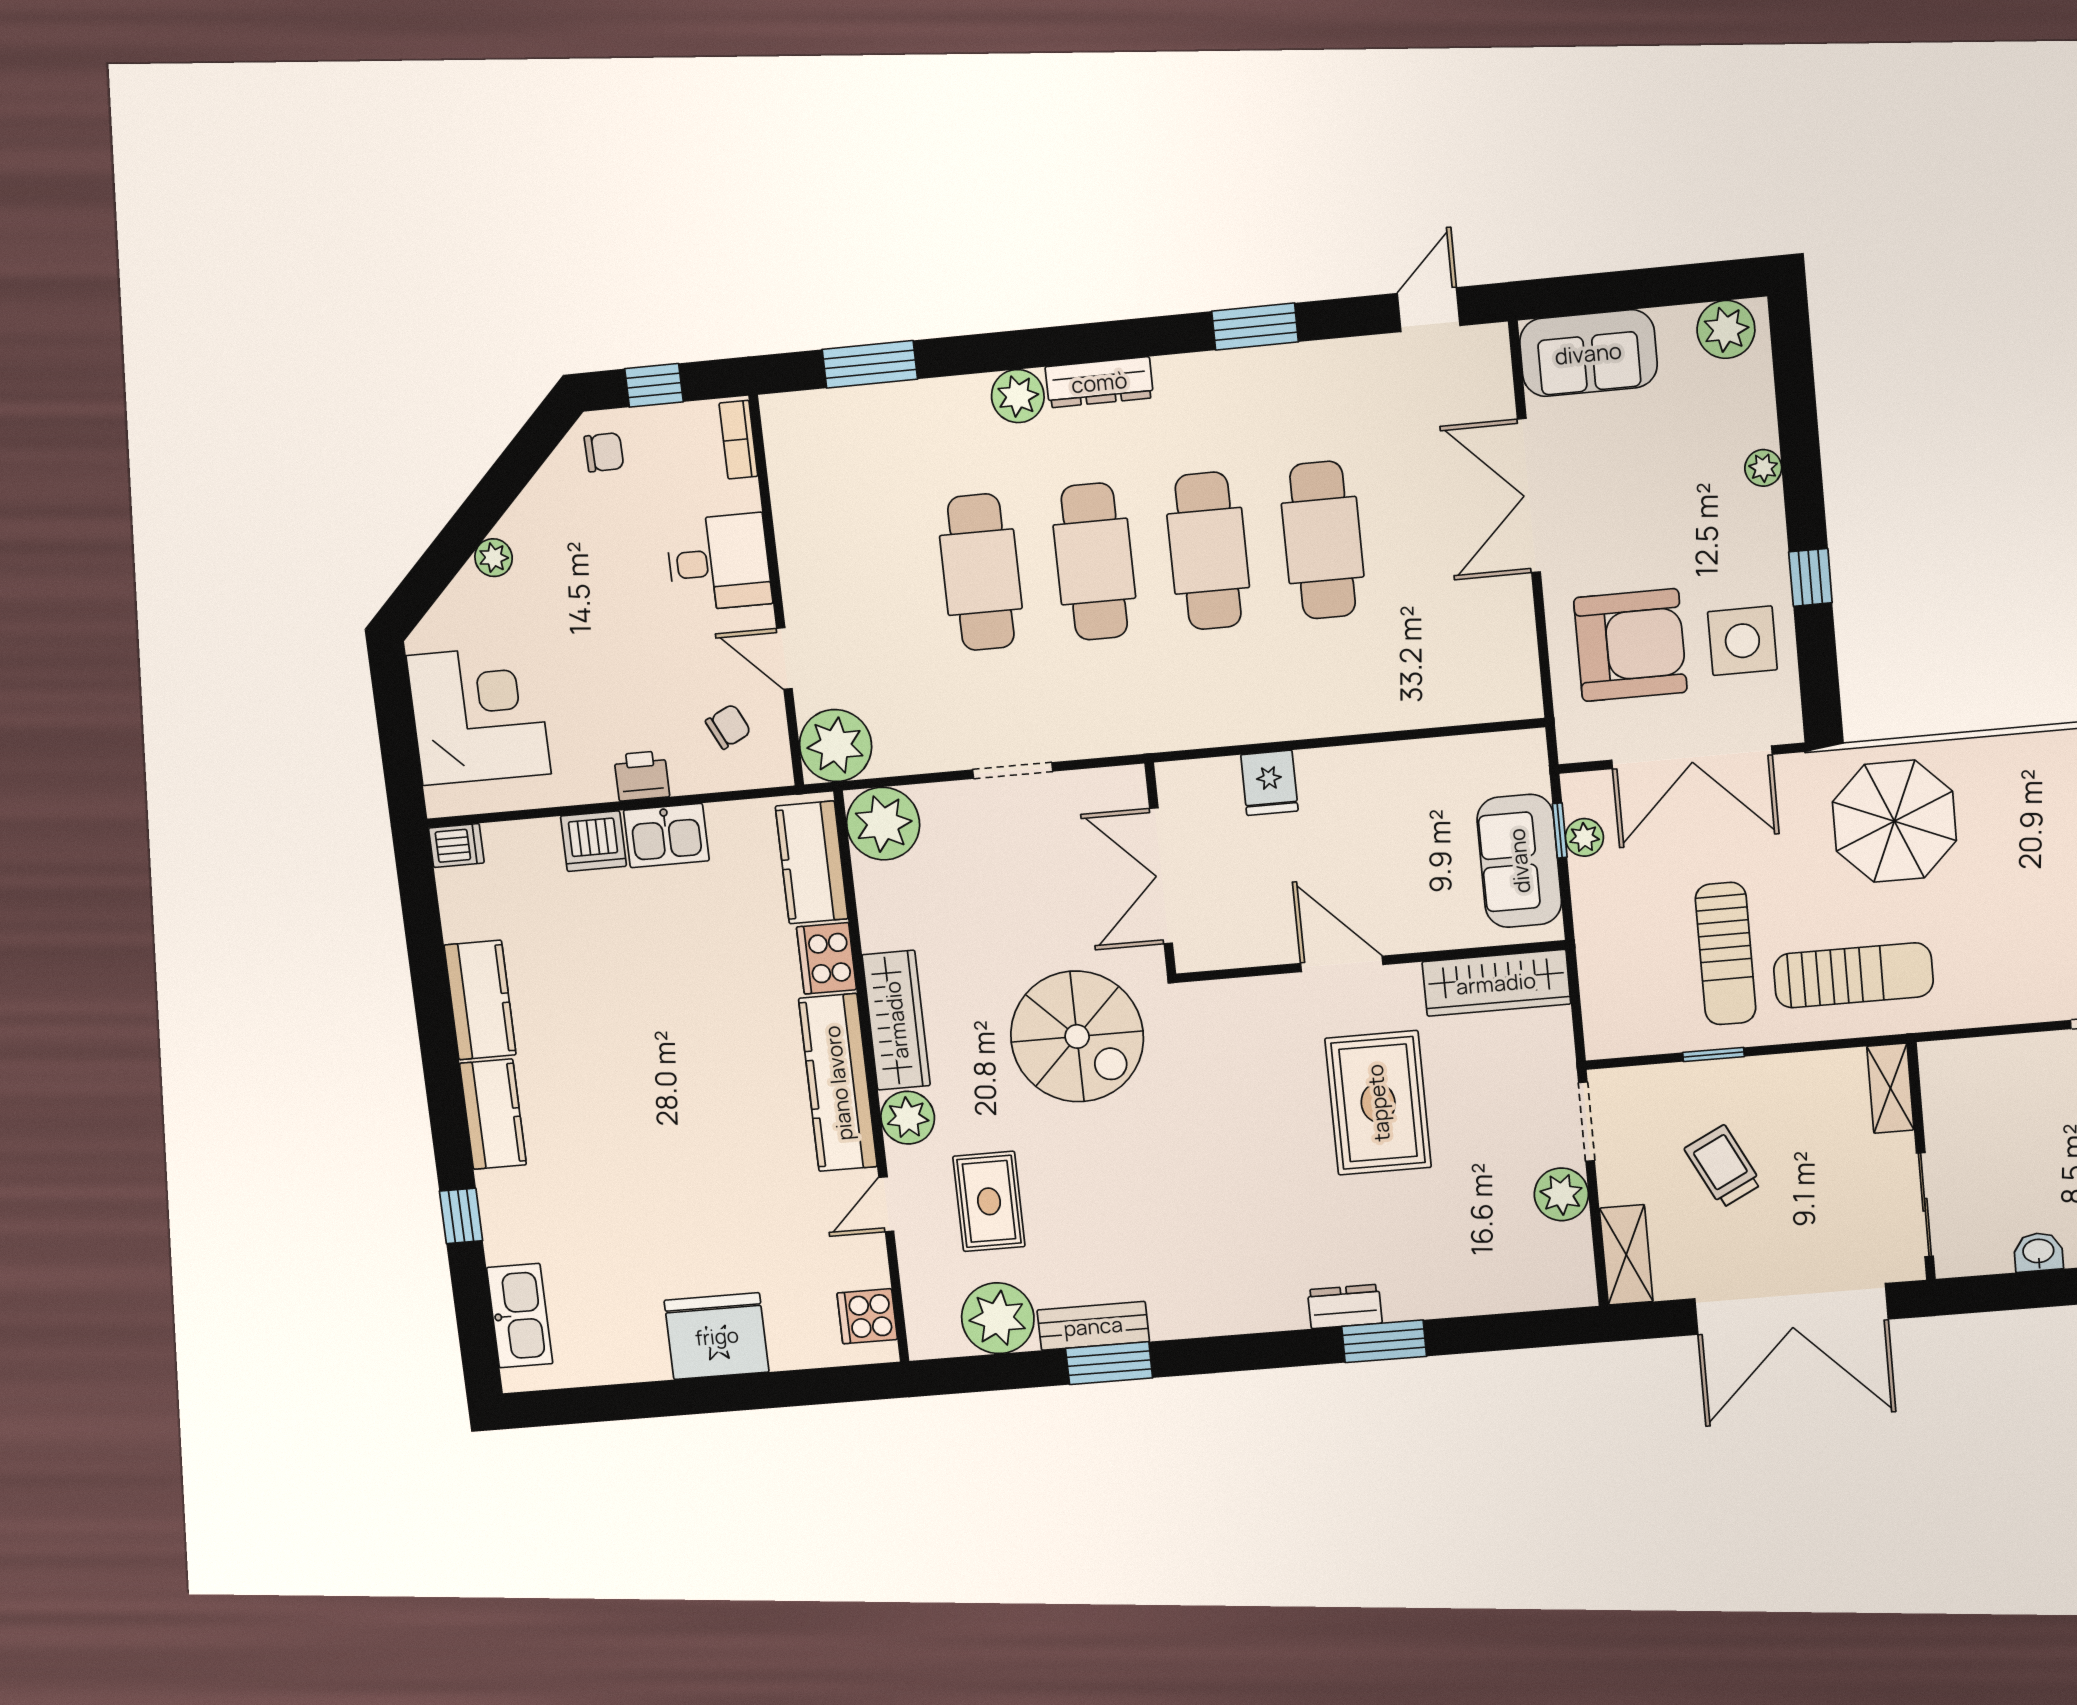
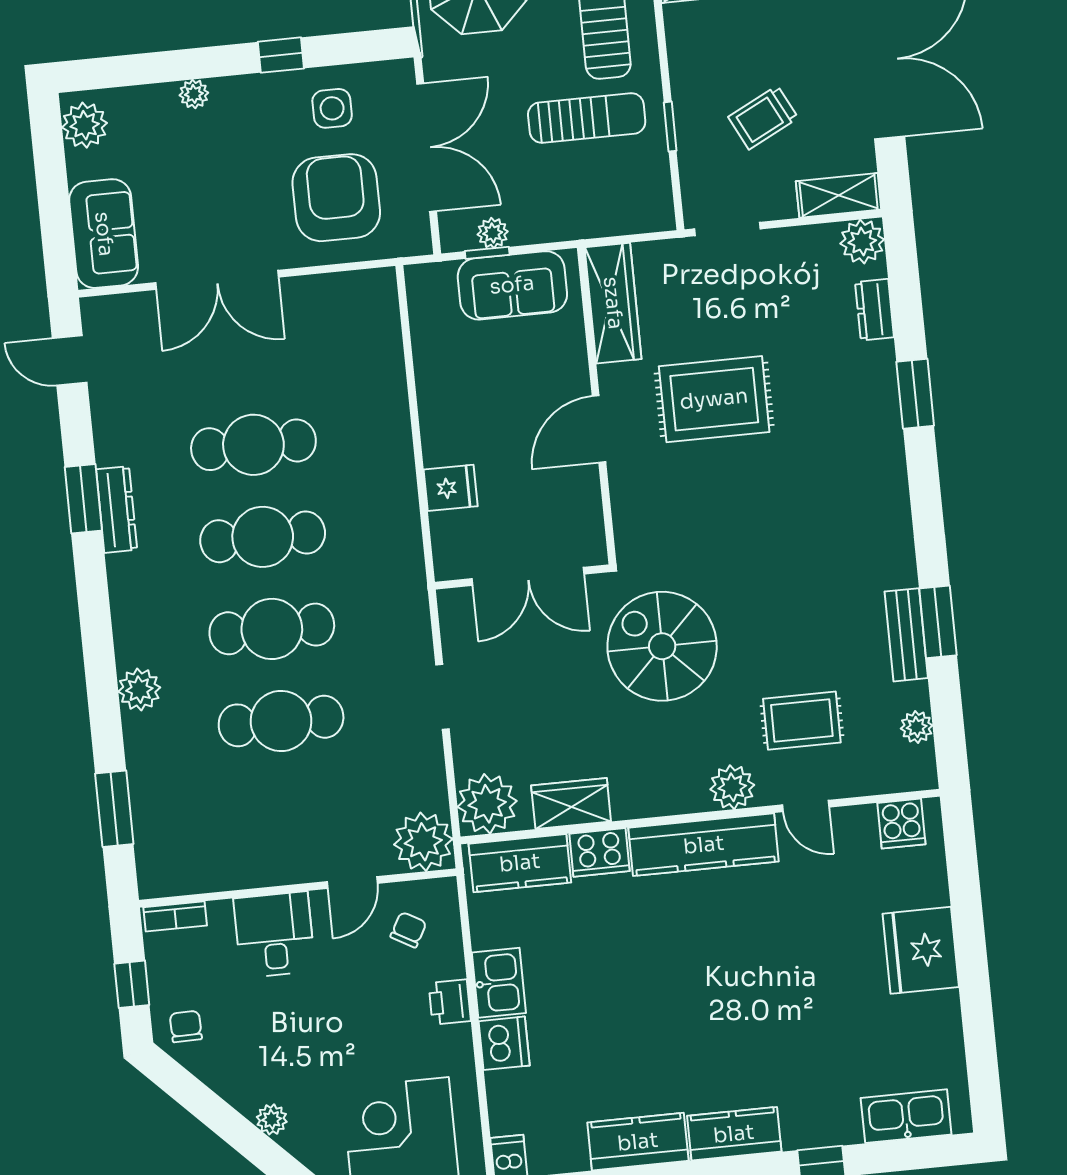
dresser: (1099, 382) -> (117, 510), moved
side table: (1742, 641) -> (332, 108), width x0.73, depth x0.73
chair: (728, 727) -> (408, 930), turned 55
wardrobe: (896, 1020) -> (571, 803), moved, width x0.67
spiral stairs: (1077, 1036) -> (662, 646), turned -90
plant: (1561, 1194) -> (862, 242), moved
dresser: (1345, 1306) -> (875, 310), moved
plant: (998, 1318) -> (917, 727), width x0.53, depth x0.53

